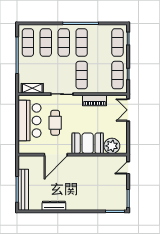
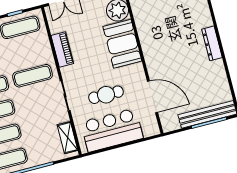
door: (56, 155) -> (153, 97), moved
dresser: (54, 206) -> (212, 43), moved

